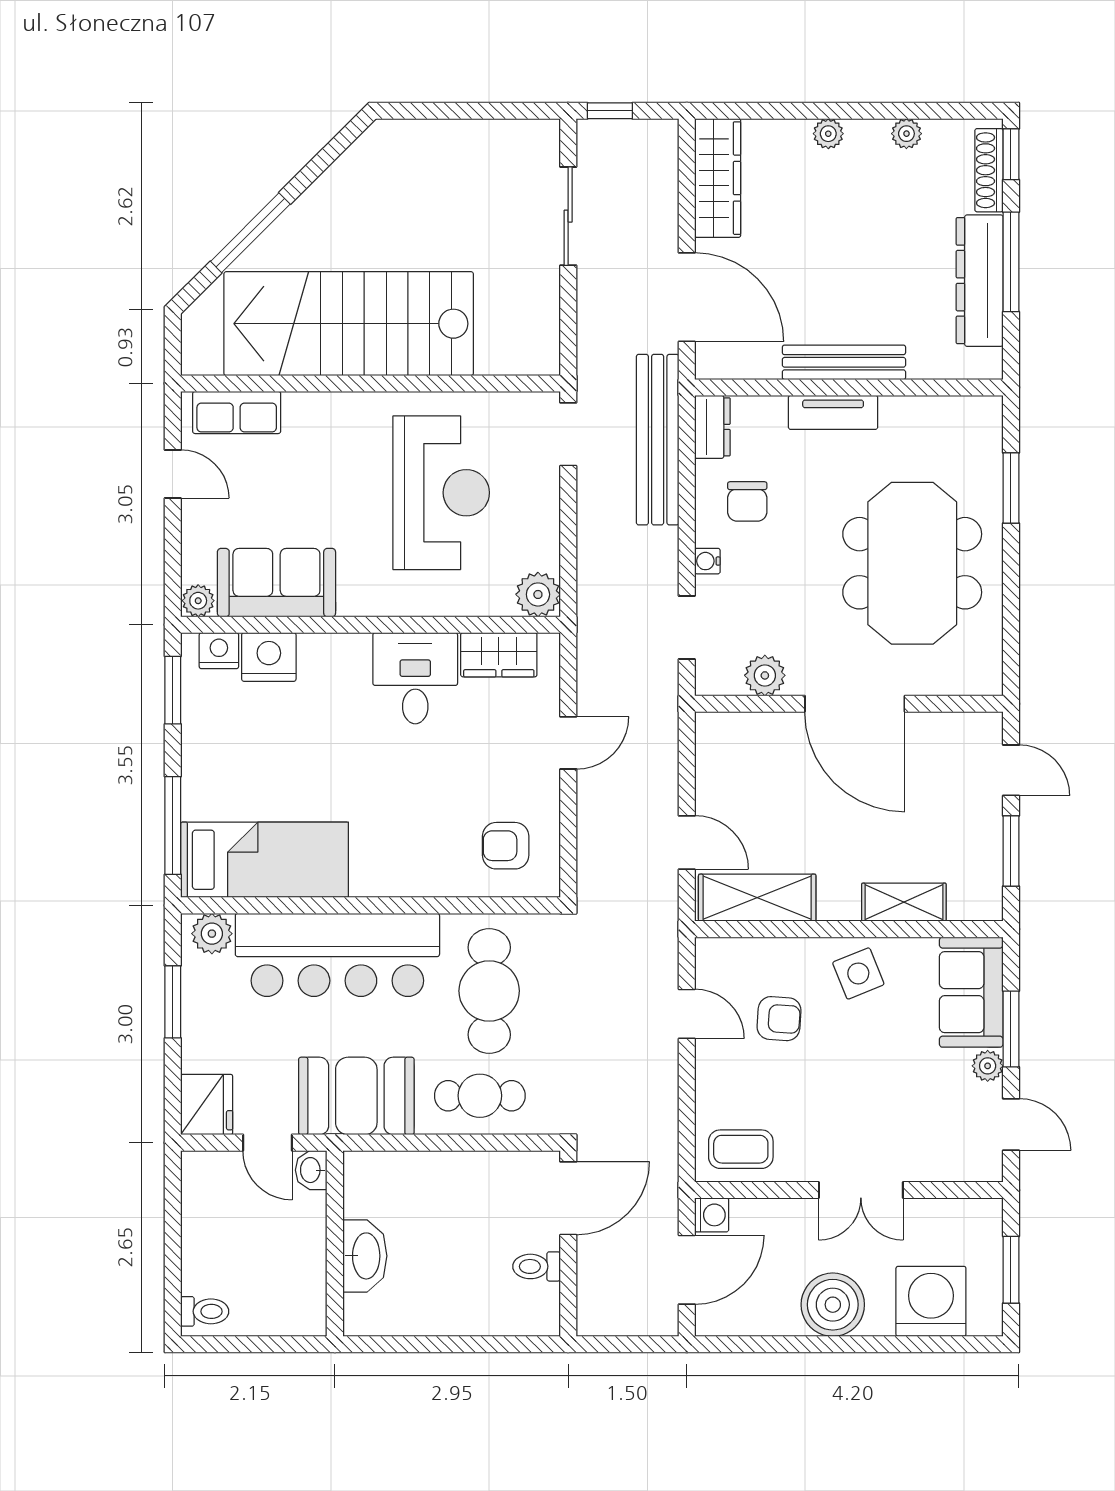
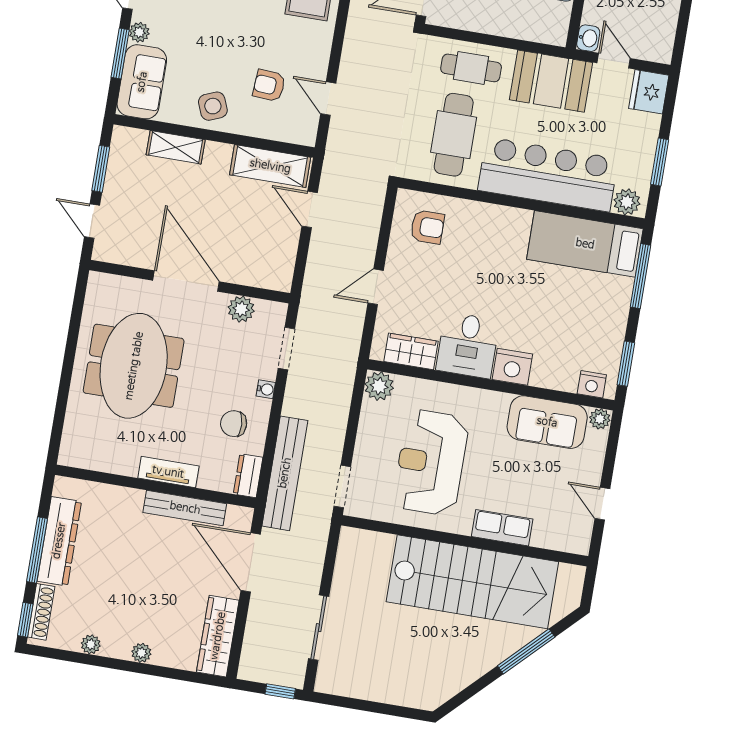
bench: (844, 362) -> (185, 508), moved
row of seats: (237, 412) -> (502, 528), moved
window: (1011, 488) -> (61, 404), removed
chair: (747, 501) -> (234, 424), turned -93
nightstand: (269, 657) -> (512, 367), moved

